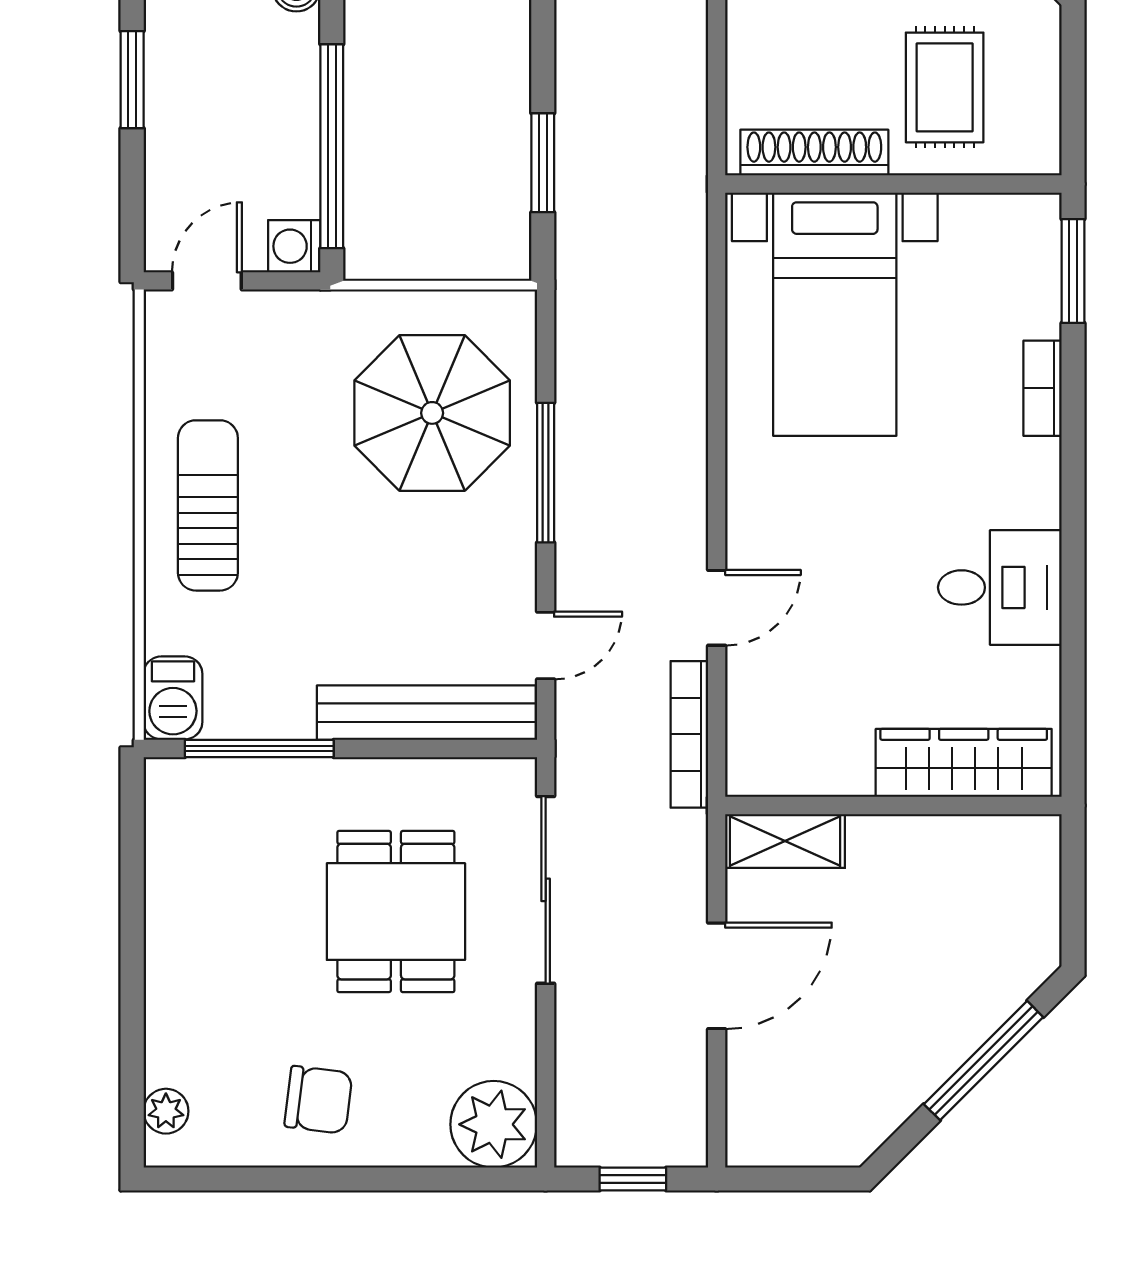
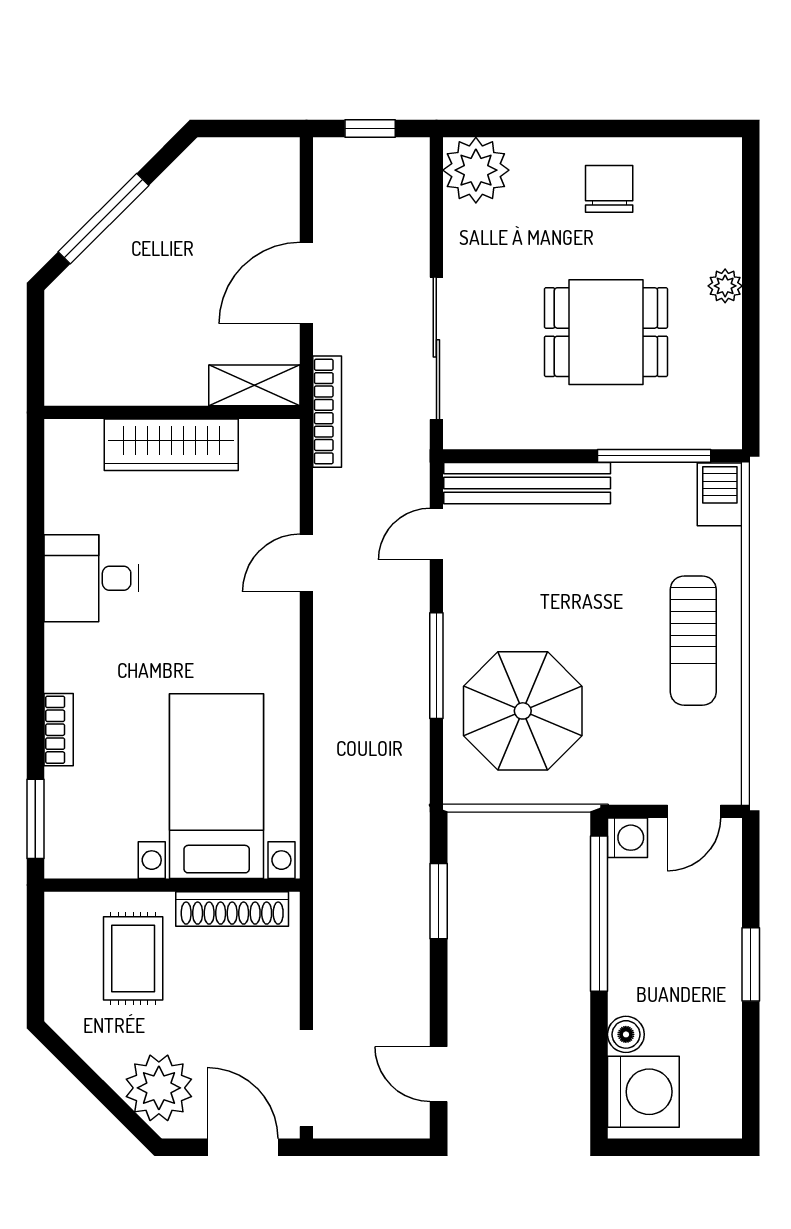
bookcase: (689, 734) -> (327, 412), moved
wardrobe: (964, 763) -> (171, 445), moved
dining table: (396, 912) -> (606, 332), moved, turned 90
chair: (318, 1100) -> (609, 189), turned 83
plant: (166, 1111) -> (725, 286), moved

